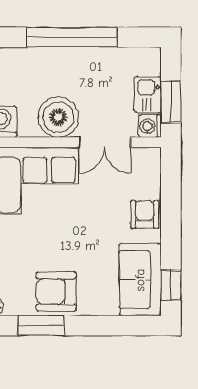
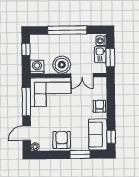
washing machine: (150, 126) -> (101, 41), moved
armchair: (56, 292) -> (62, 140), turned 90
window: (41, 326) -> (80, 154), moved

